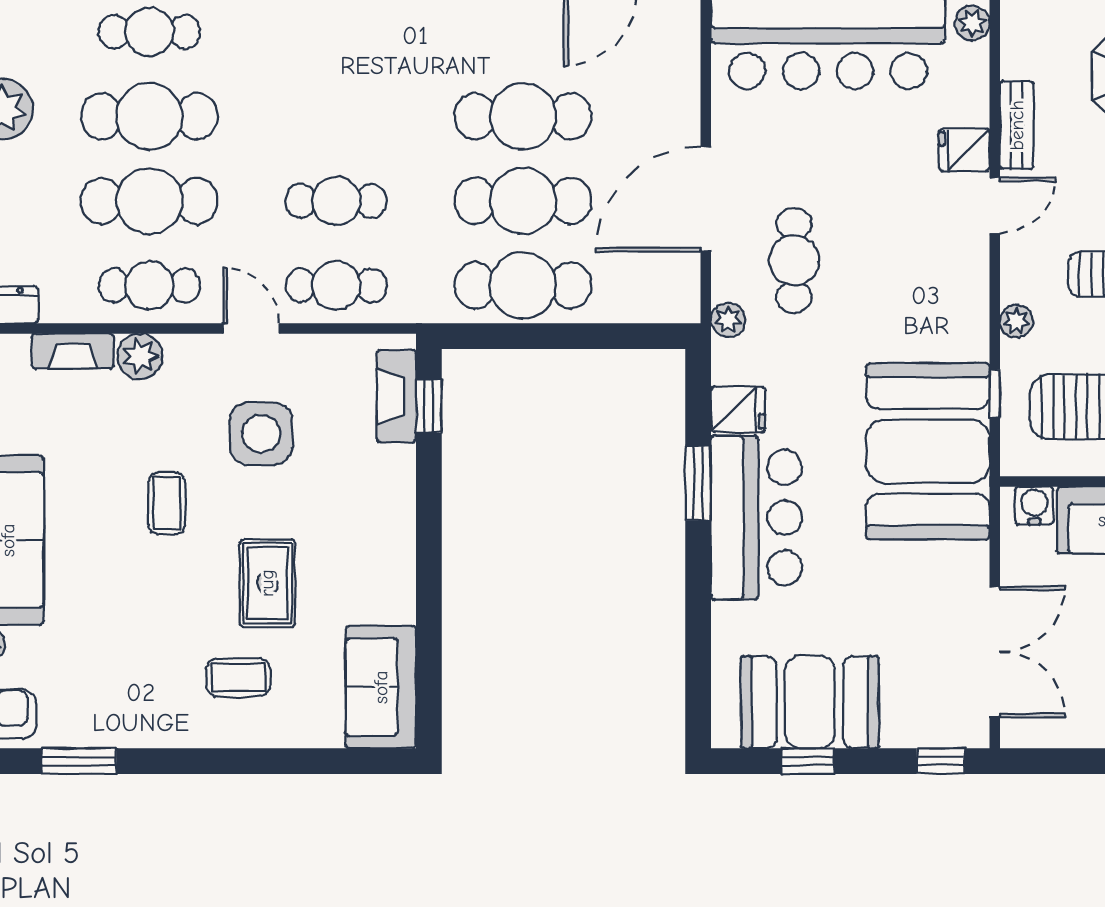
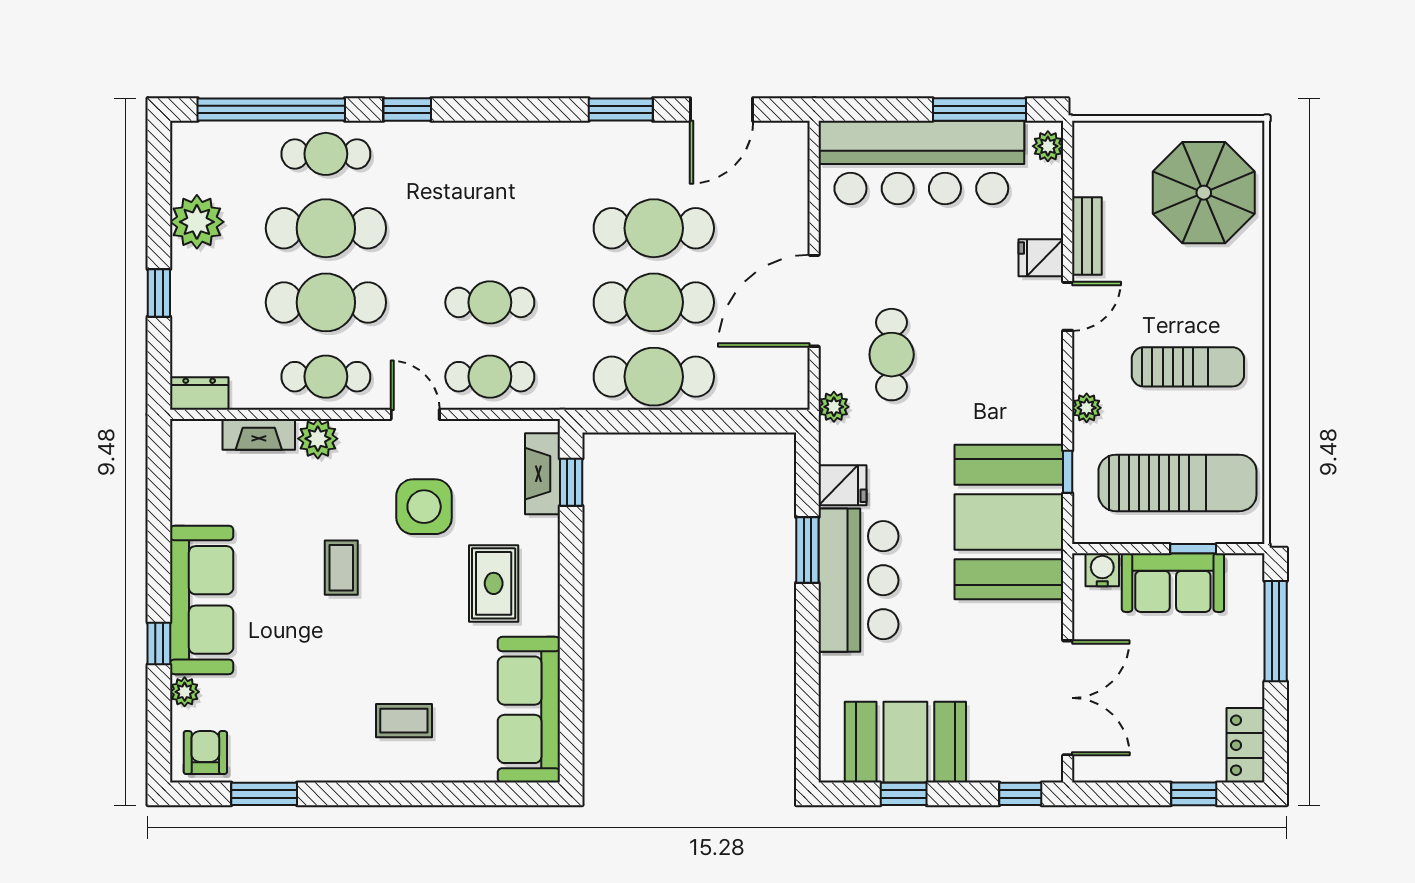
rug: (267, 583) -> (494, 583), moved
sofa: (381, 687) -> (529, 710), width x1.36

